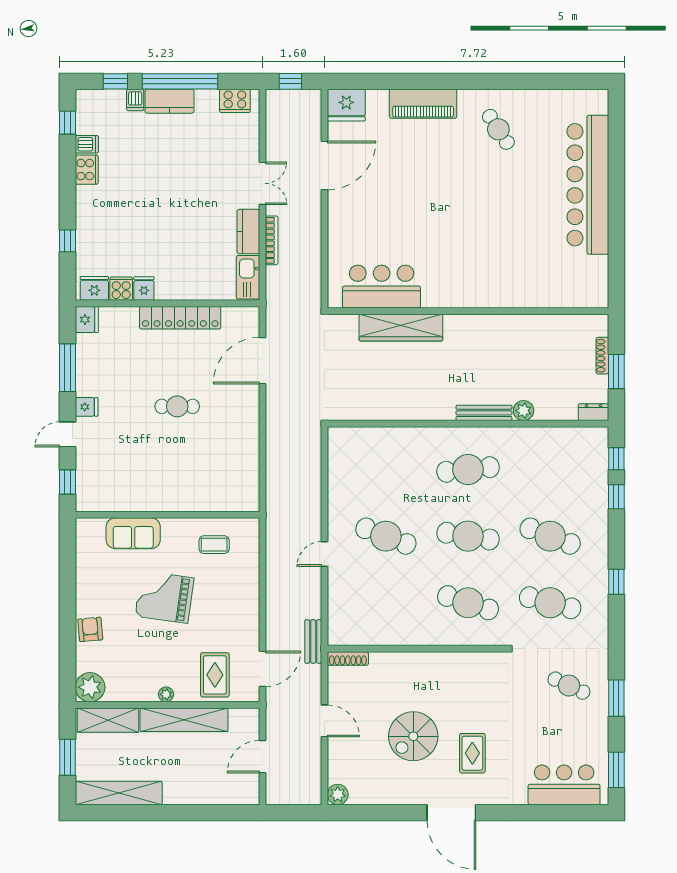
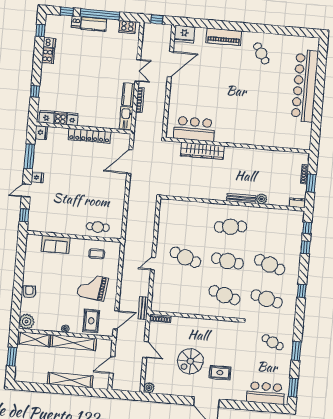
cafe table: (177, 406) -> (98, 227), moved
grand piano: (164, 597) -> (92, 287), moved
rug: (472, 753) -> (220, 373), turned 90
shelving: (119, 793) -> (70, 380), moved

